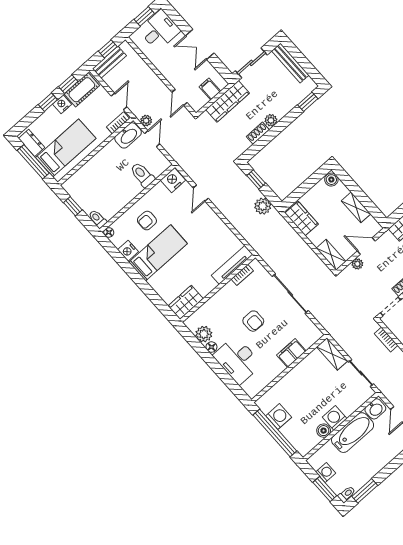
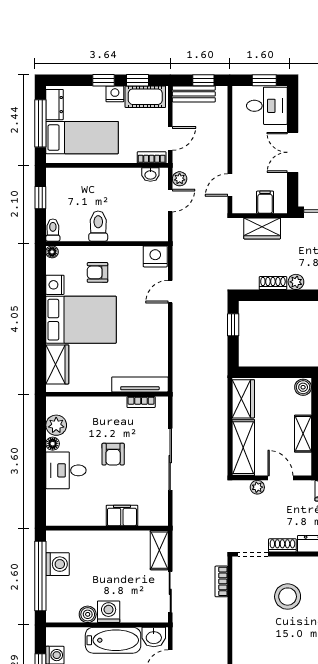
wardrobe: (228, 101) -> (262, 228), width x0.67
washbasin: (128, 135) -> (150, 175), width x0.52, depth x0.69
toilet: (142, 175) -> (98, 226), moved
plant: (263, 206) -> (217, 355), removed
bed: (158, 253) -> (81, 320), width x1.50
shelving: (331, 255) -> (243, 448), width x1.50, depth x1.33
wardrobe: (186, 302) -> (57, 364), moved, turned 90
desk: (237, 360) -> (66, 470), width x0.73

